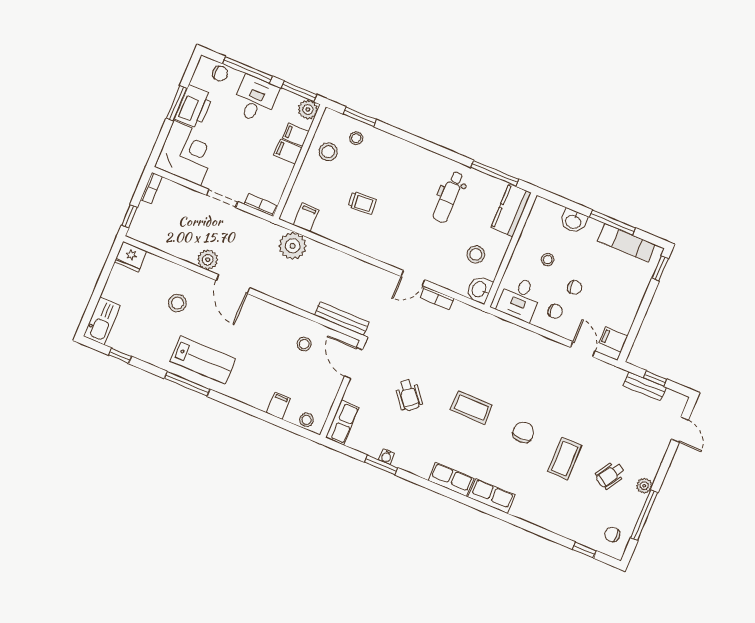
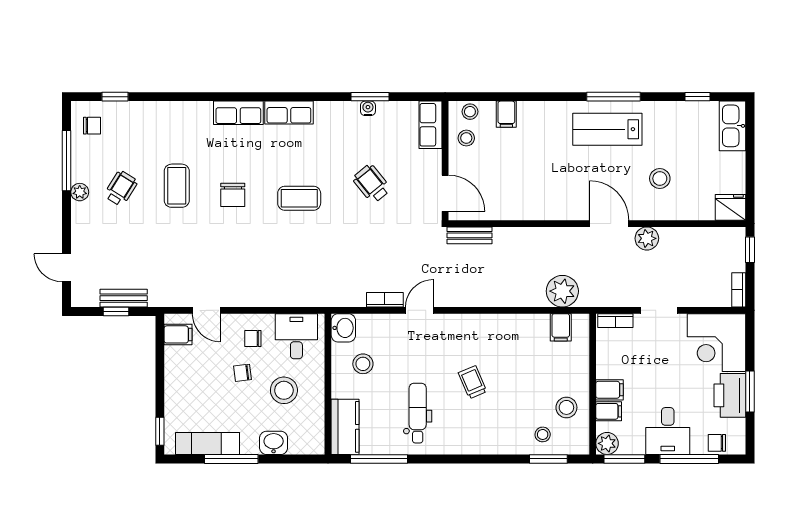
trolley: (362, 203) -> (473, 382), moved, turned 71
stool: (548, 260) -> (284, 390), width x1.89, depth x1.89
bench: (342, 319) -> (470, 235), width x0.73
stool: (304, 344) -> (466, 138), moved

